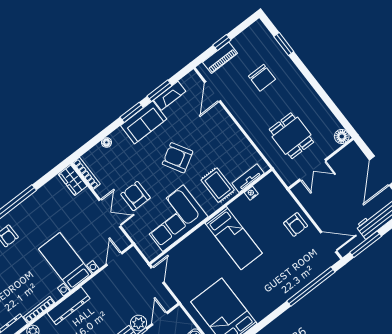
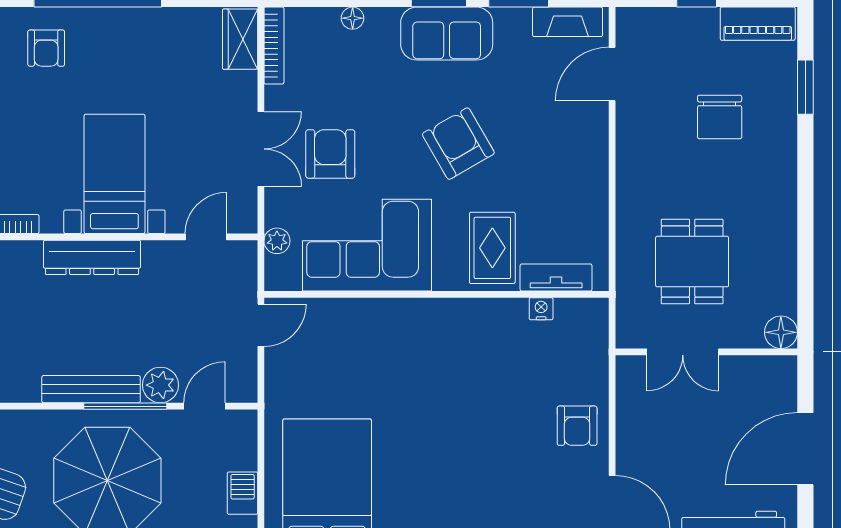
piano: (220, 58) -> (758, 24), moved
fireplace: (170, 96) -> (568, 22), moved
bed: (234, 238) -> (448, 365), removed
plant: (140, 241) -> (277, 241), added
dresser: (69, 306) -> (92, 257), moved

